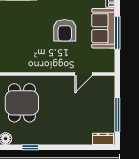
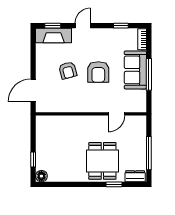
armchair: (33, 29) -> (68, 70), added
dining table: (22, 103) -> (102, 161), moved
window: (30, 147) -> (114, 184), moved

